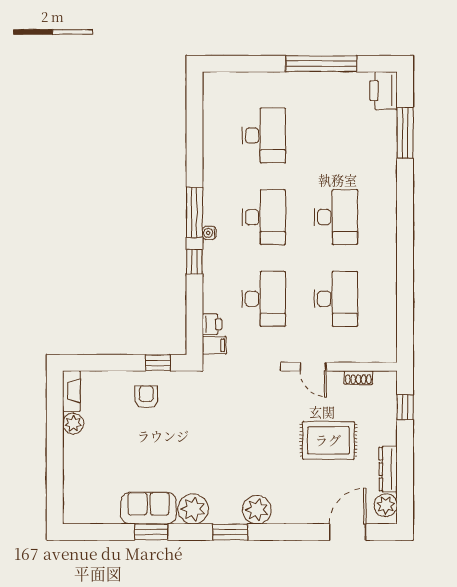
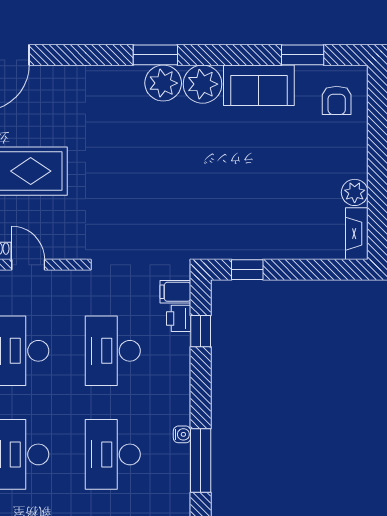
window: (195, 262) -> (201, 331), moved
door: (313, 367) -> (28, 265), moved
armchair: (146, 397) -> (337, 100), moved
plant: (257, 510) -> (163, 83), moved
window: (151, 532) -> (303, 55), moved

